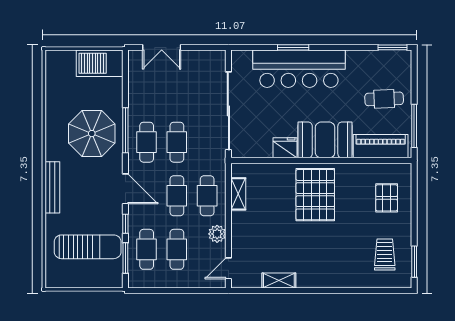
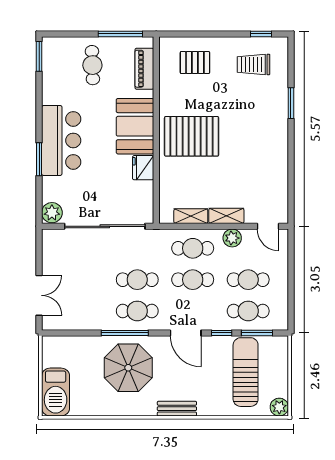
plant: (242, 60) -> (52, 213), added
barbecue: (100, 63) -> (56, 392), moved
bar counter: (299, 69) -> (61, 140), width x0.73
piano: (381, 146) -> (144, 69), width x0.73, depth x0.75
bench: (52, 187) -> (177, 409), width x0.73
door: (125, 189) -> (186, 333), swing flipped
window: (414, 262) -> (261, 34), width x0.67
plant: (54, 279) -> (279, 407), added
shelving: (279, 280) -> (226, 216), moved, turned 90
window: (347, 291) -> (291, 103), added

